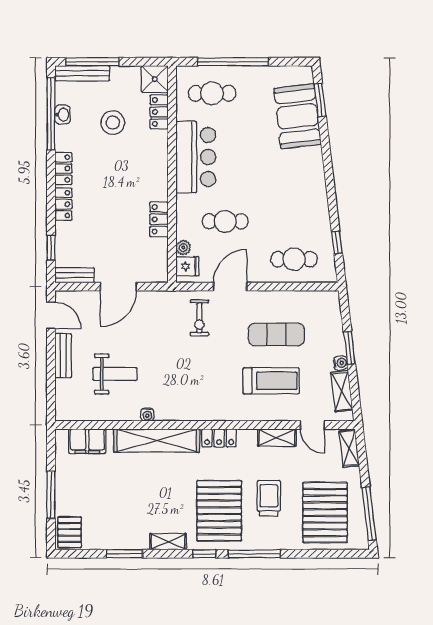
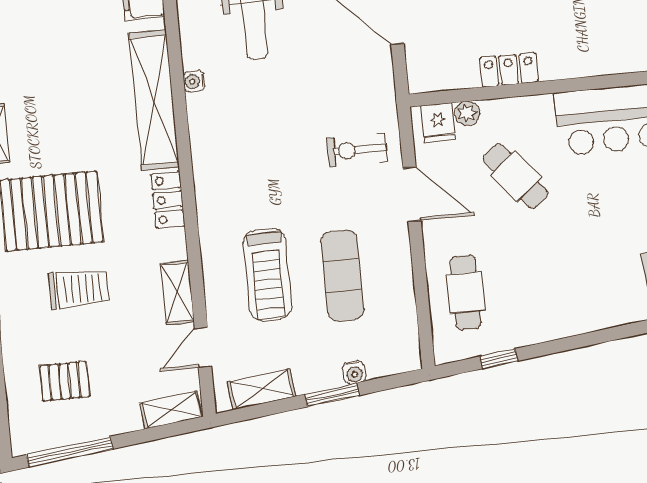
cafe table: (225, 221) -> (516, 176), turned -39
water cooler: (341, 363) -> (354, 373), moved
pallet: (325, 512) -> (65, 381), width x0.49, depth x0.50

